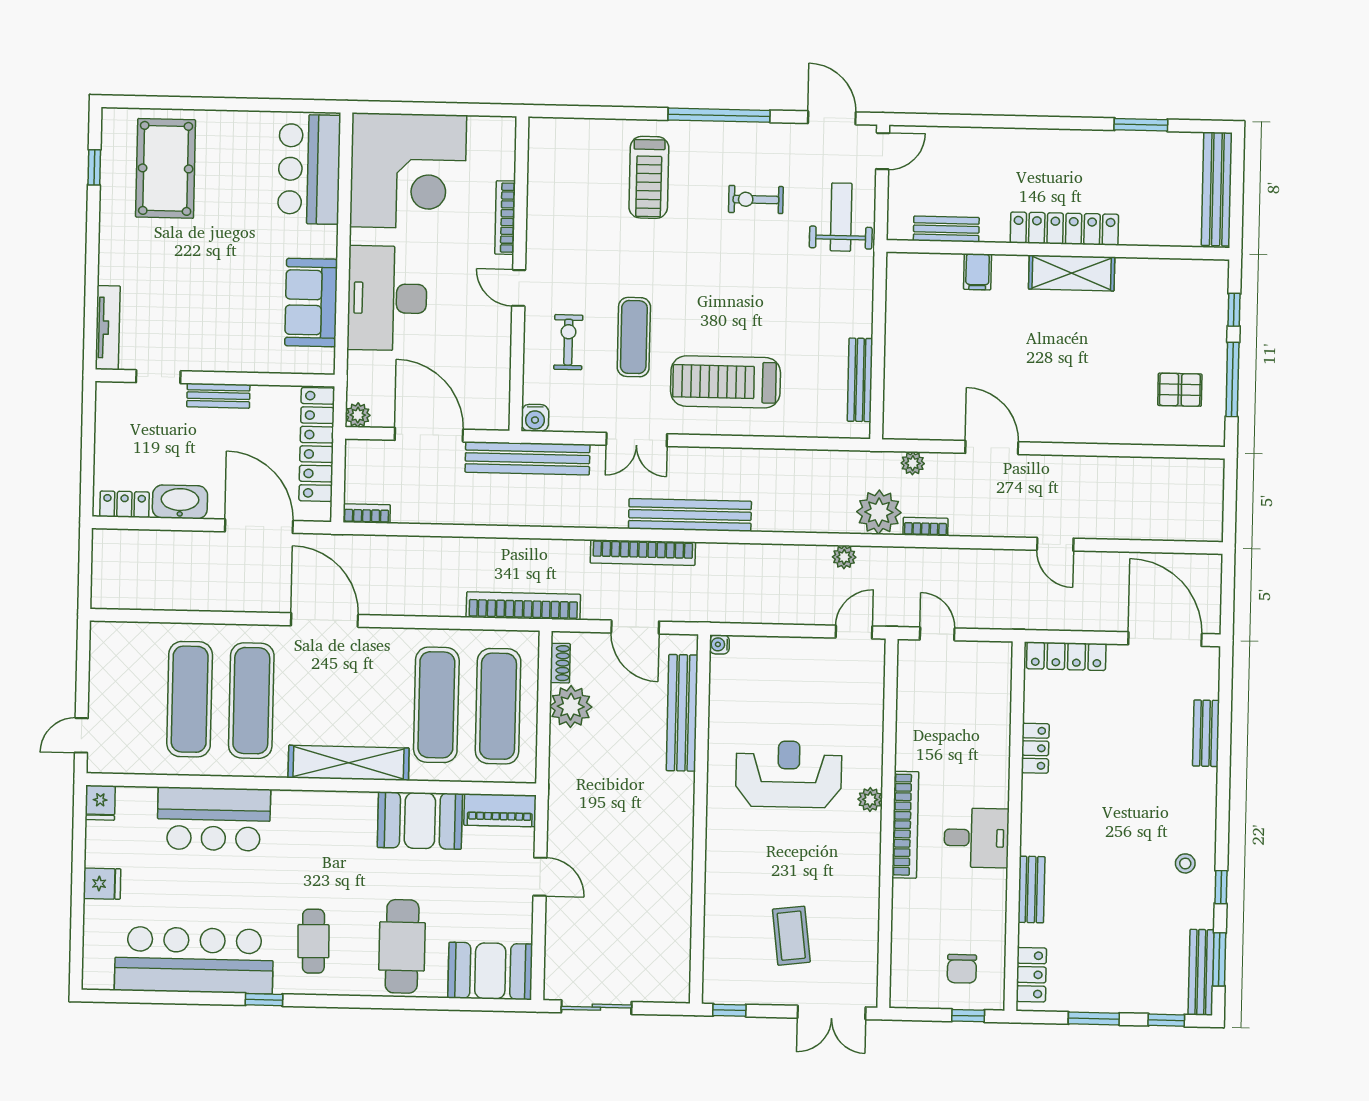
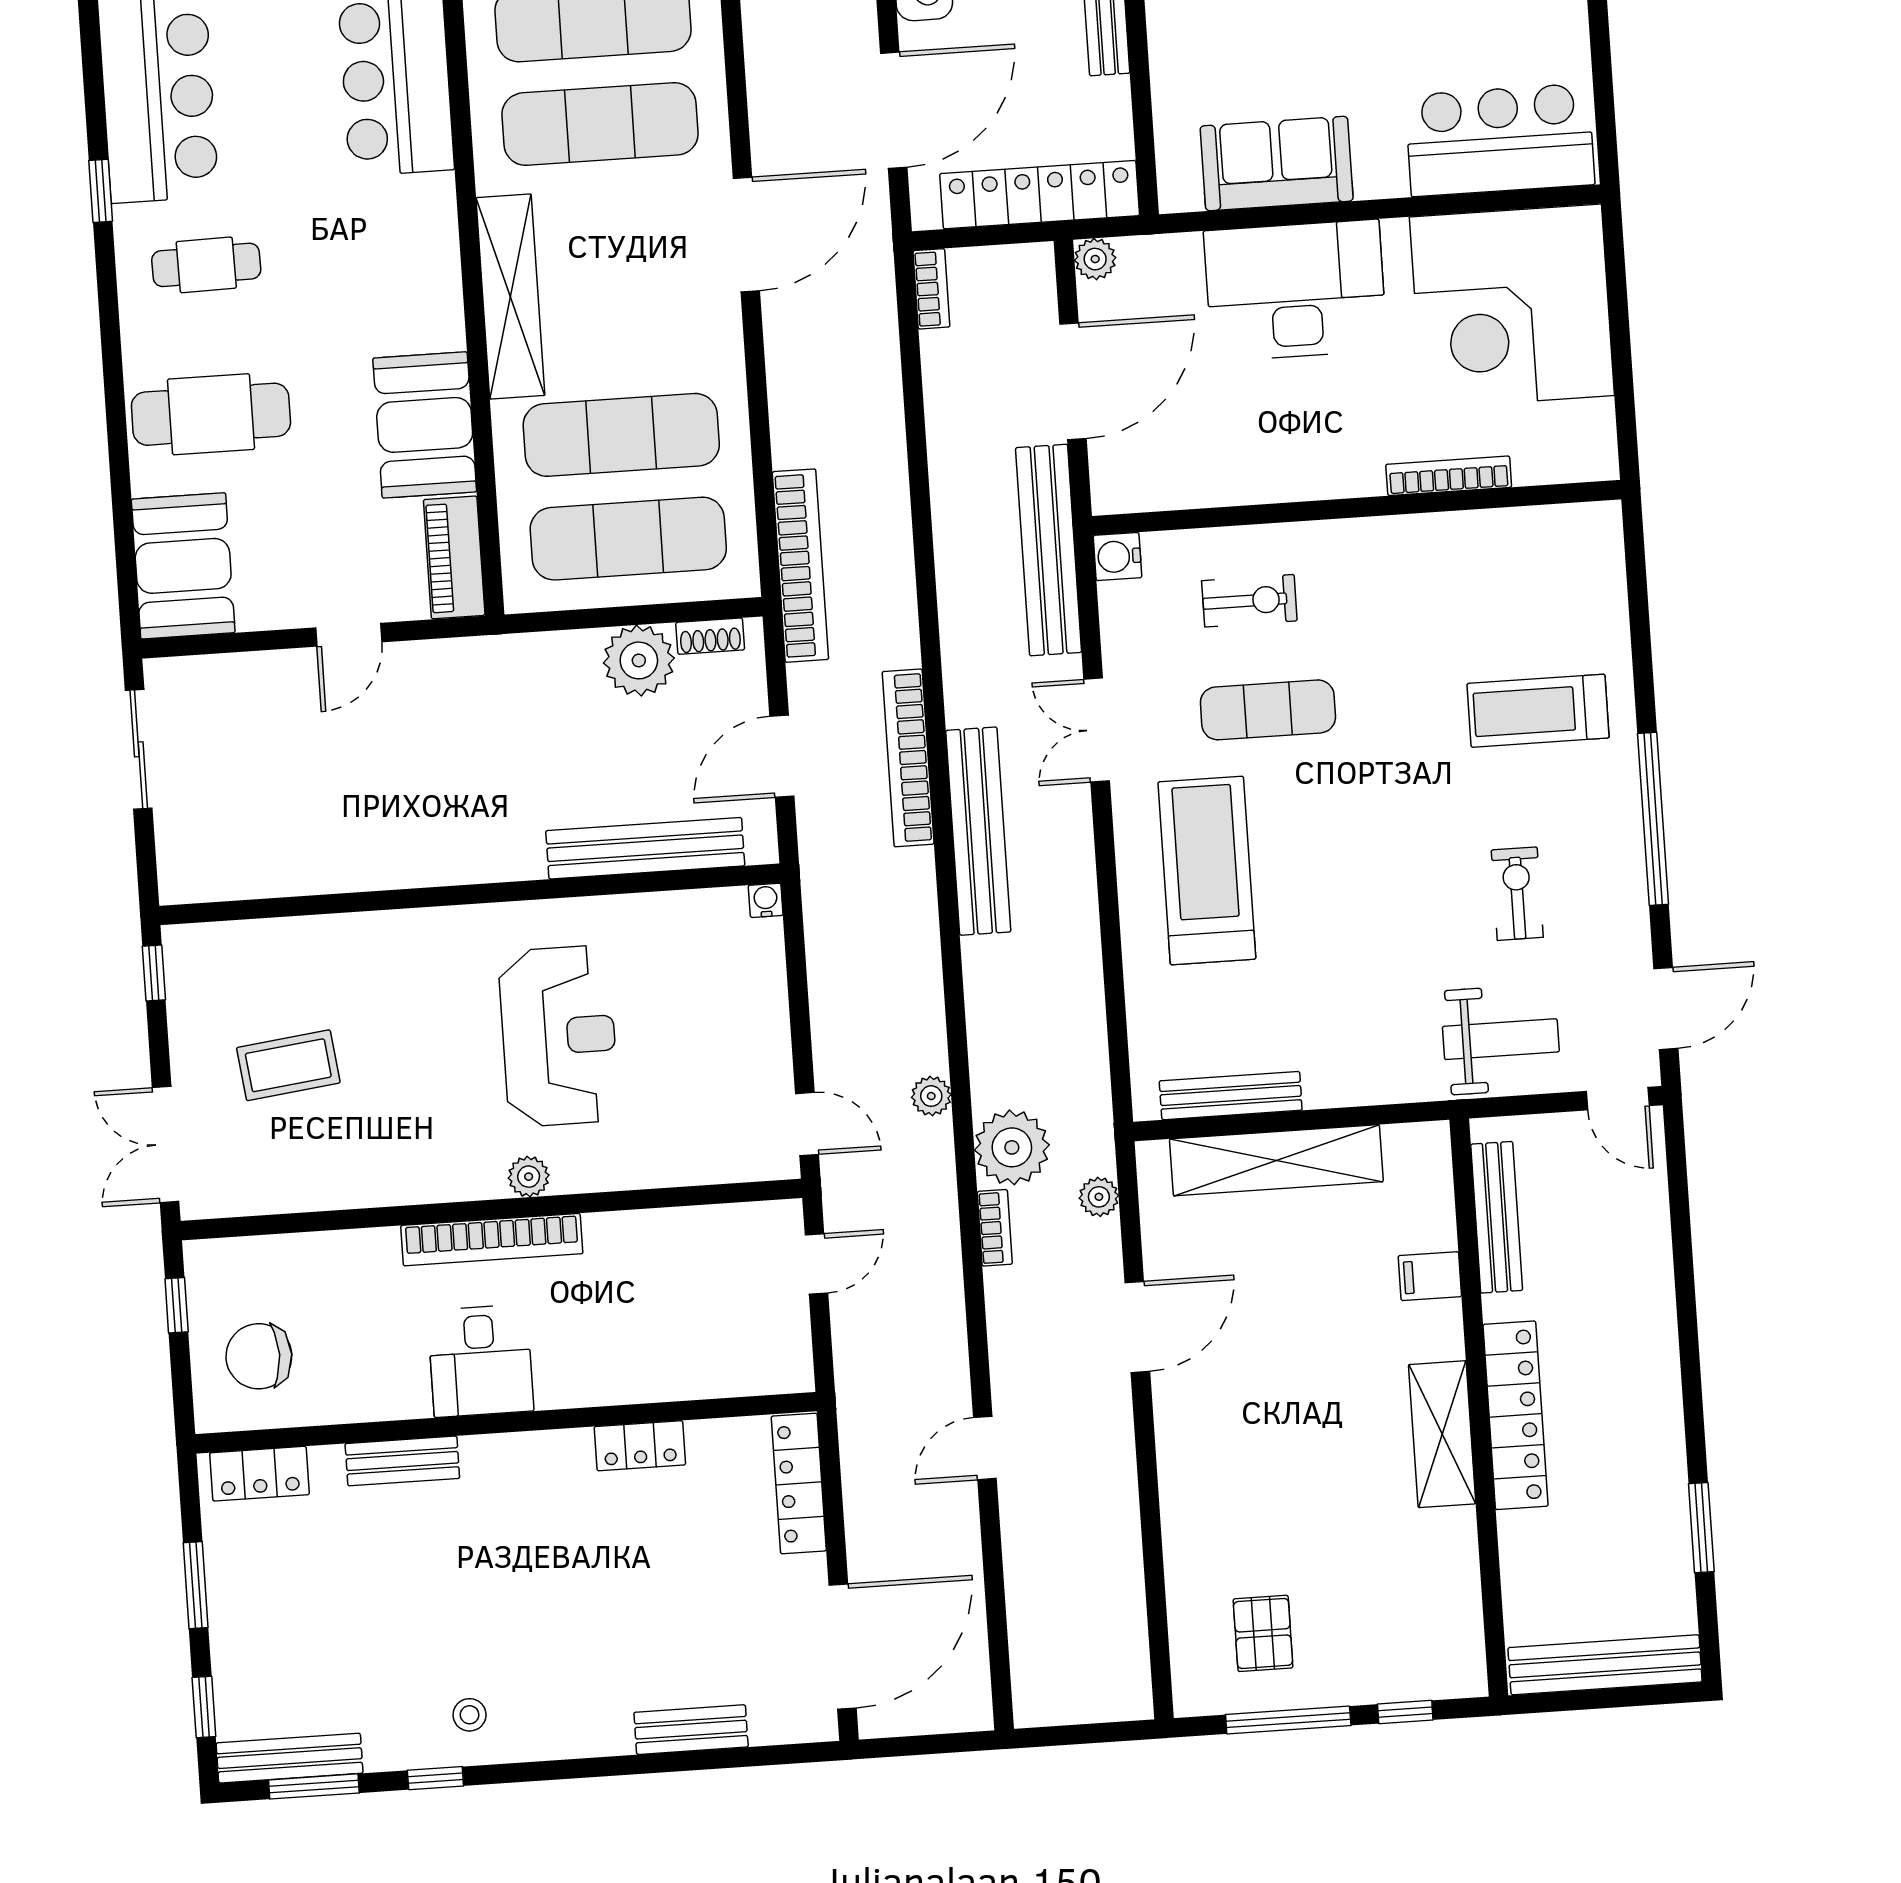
bench: (946, 229) -> (1497, 1217), width x1.36
door: (519, 288) -> (1333, 509), removed
shelving: (901, 356) -> (1276, 1160), added
chair: (962, 969) -> (259, 1356), width x1.37, depth x1.37
window: (968, 1016) -> (177, 1305), moved

